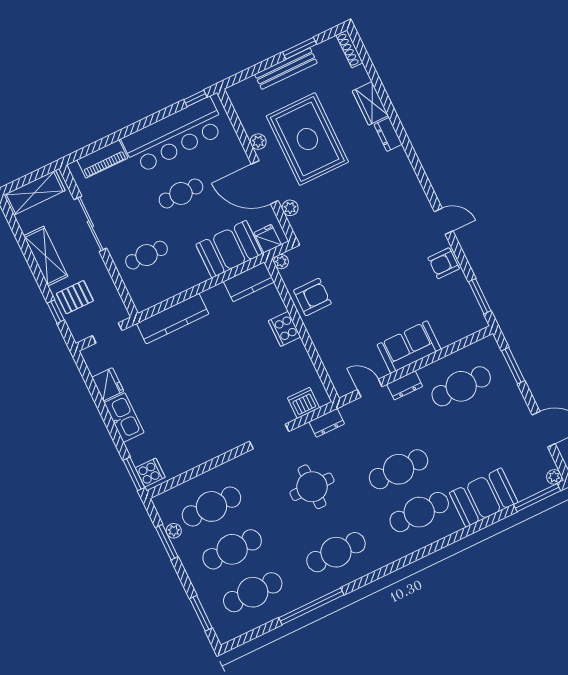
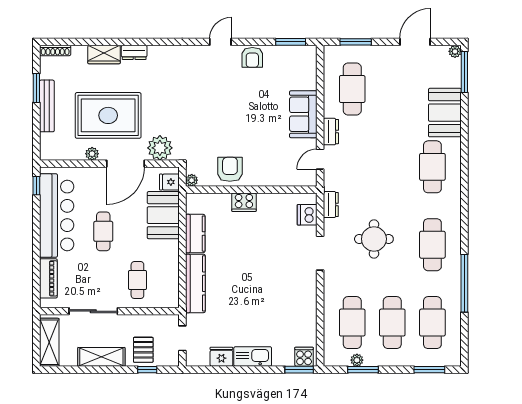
plant: (290, 208) -> (160, 148), width x1.87, depth x1.87
kitchen counter: (249, 282) -> (195, 234), moved
cafe table: (399, 469) -> (392, 167), removed

